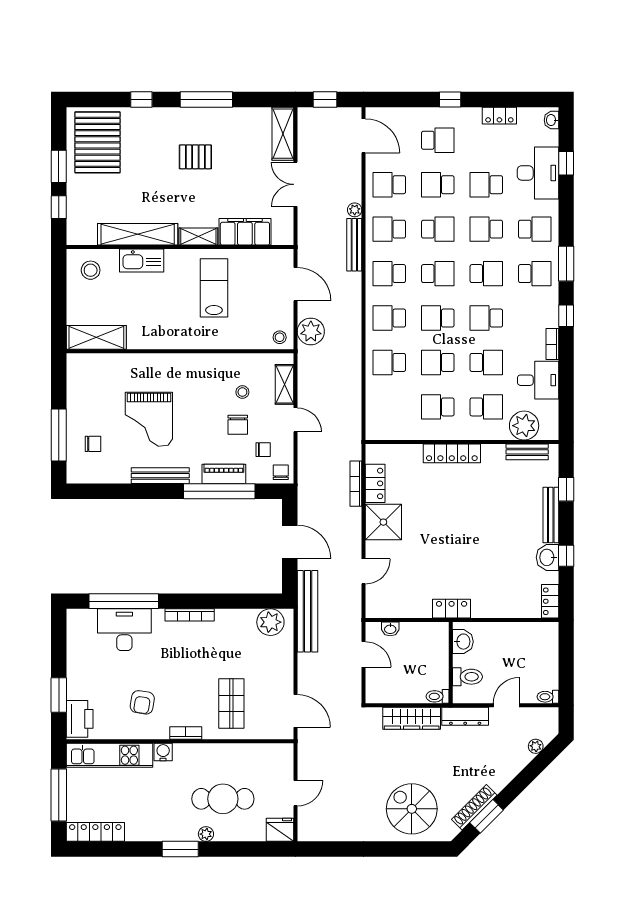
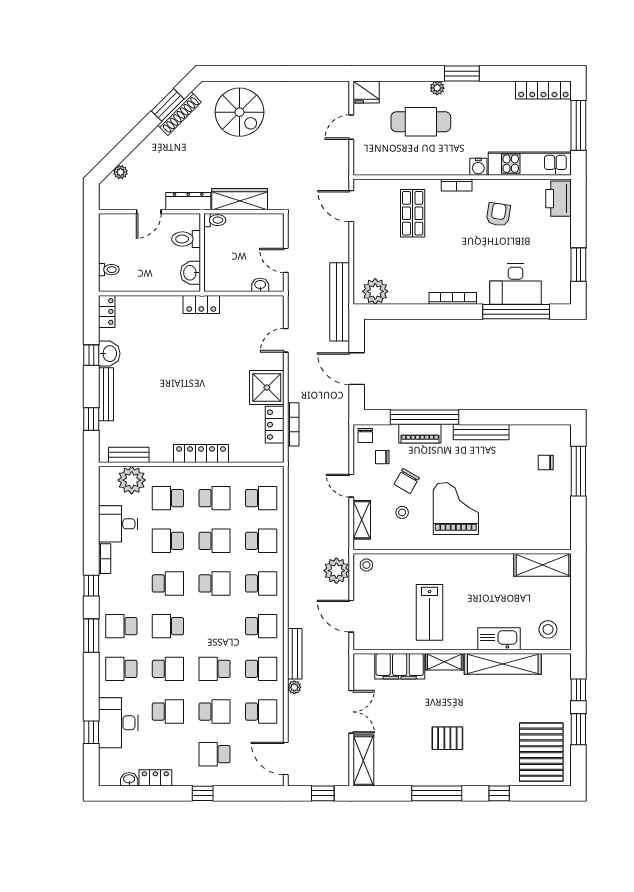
washbasin: (551, 120) -> (129, 779), moved, turned -90
school desk: (438, 274) -> (261, 498), moved, turned 180
grand piano: (149, 419) -> (456, 509), moved
chair: (238, 425) -> (407, 481), turned -150
window: (59, 695) -> (578, 265), moved
toilet: (548, 697) -> (109, 270), moved

